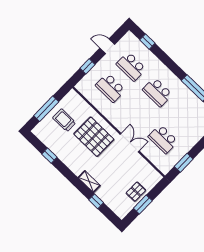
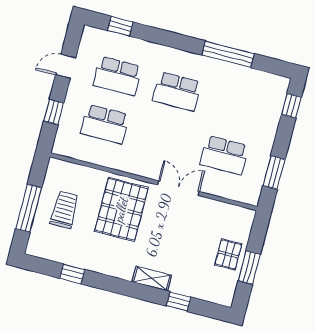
trolley: (64, 120) -> (64, 210), turned 90
pallet: (94, 137) -> (121, 209), turned 90

